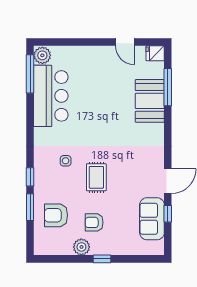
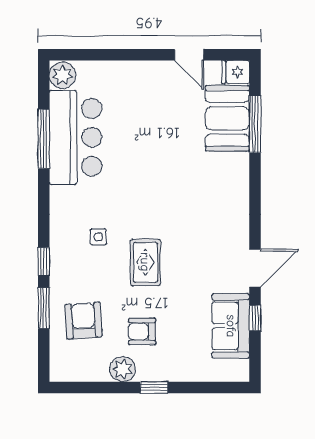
window: (30, 74) -> (44, 139), moved
booth: (150, 101) -> (227, 118), moved
armchair: (56, 215) -> (84, 321), turned 86

